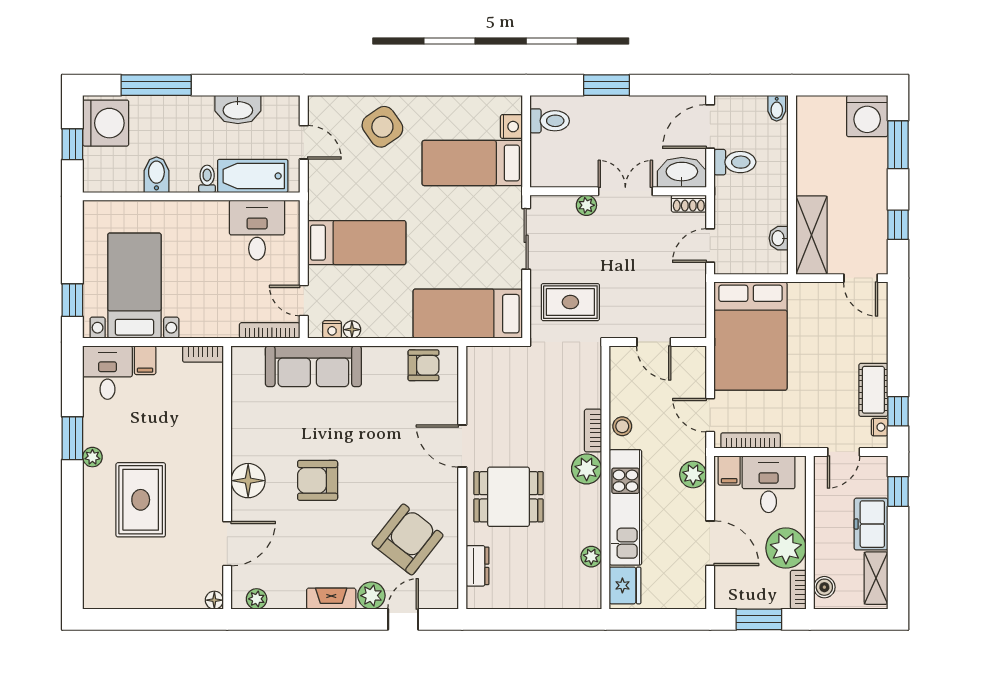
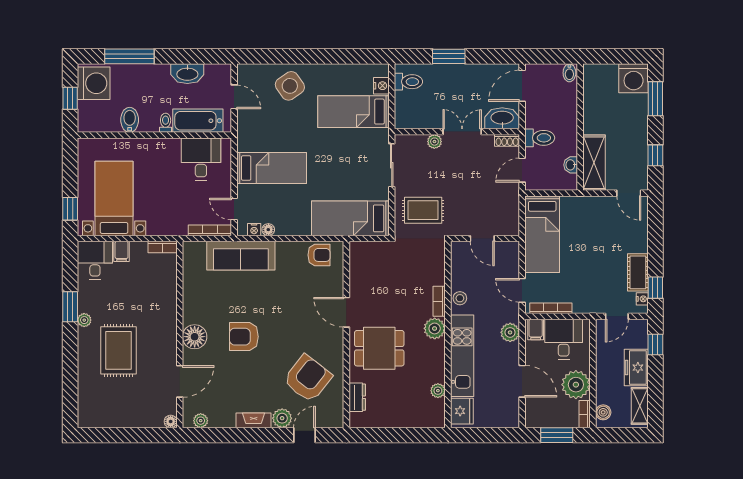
toilet: (735, 162) -> (540, 138), moved
bed: (751, 336) -> (542, 234), width x0.67

